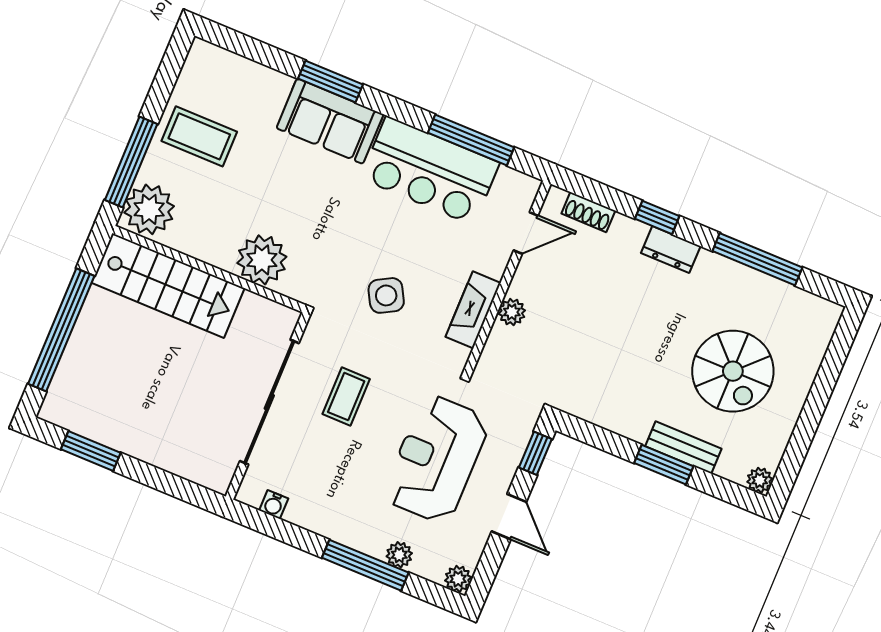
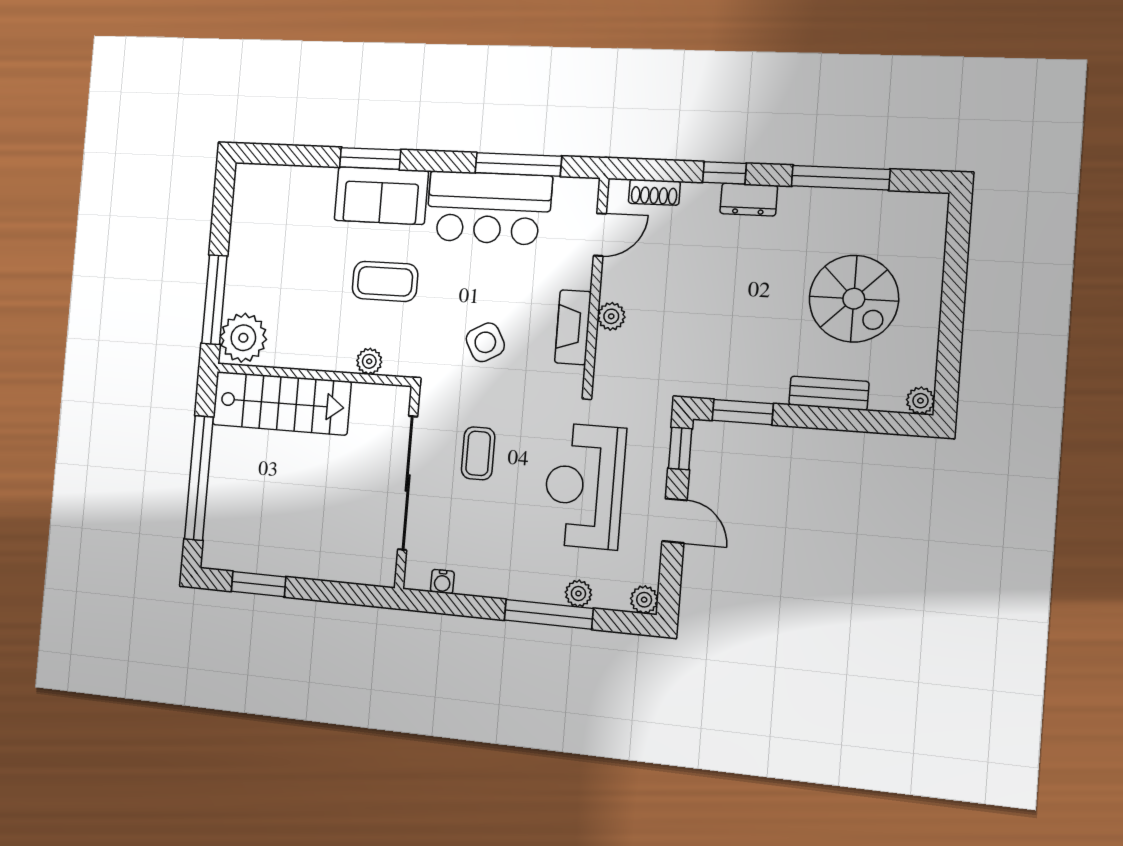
coffee table: (199, 136) -> (385, 281), moved
plant: (262, 260) -> (369, 361), width x0.53, depth x0.53
window: (664, 465) -> (743, 412), moved

